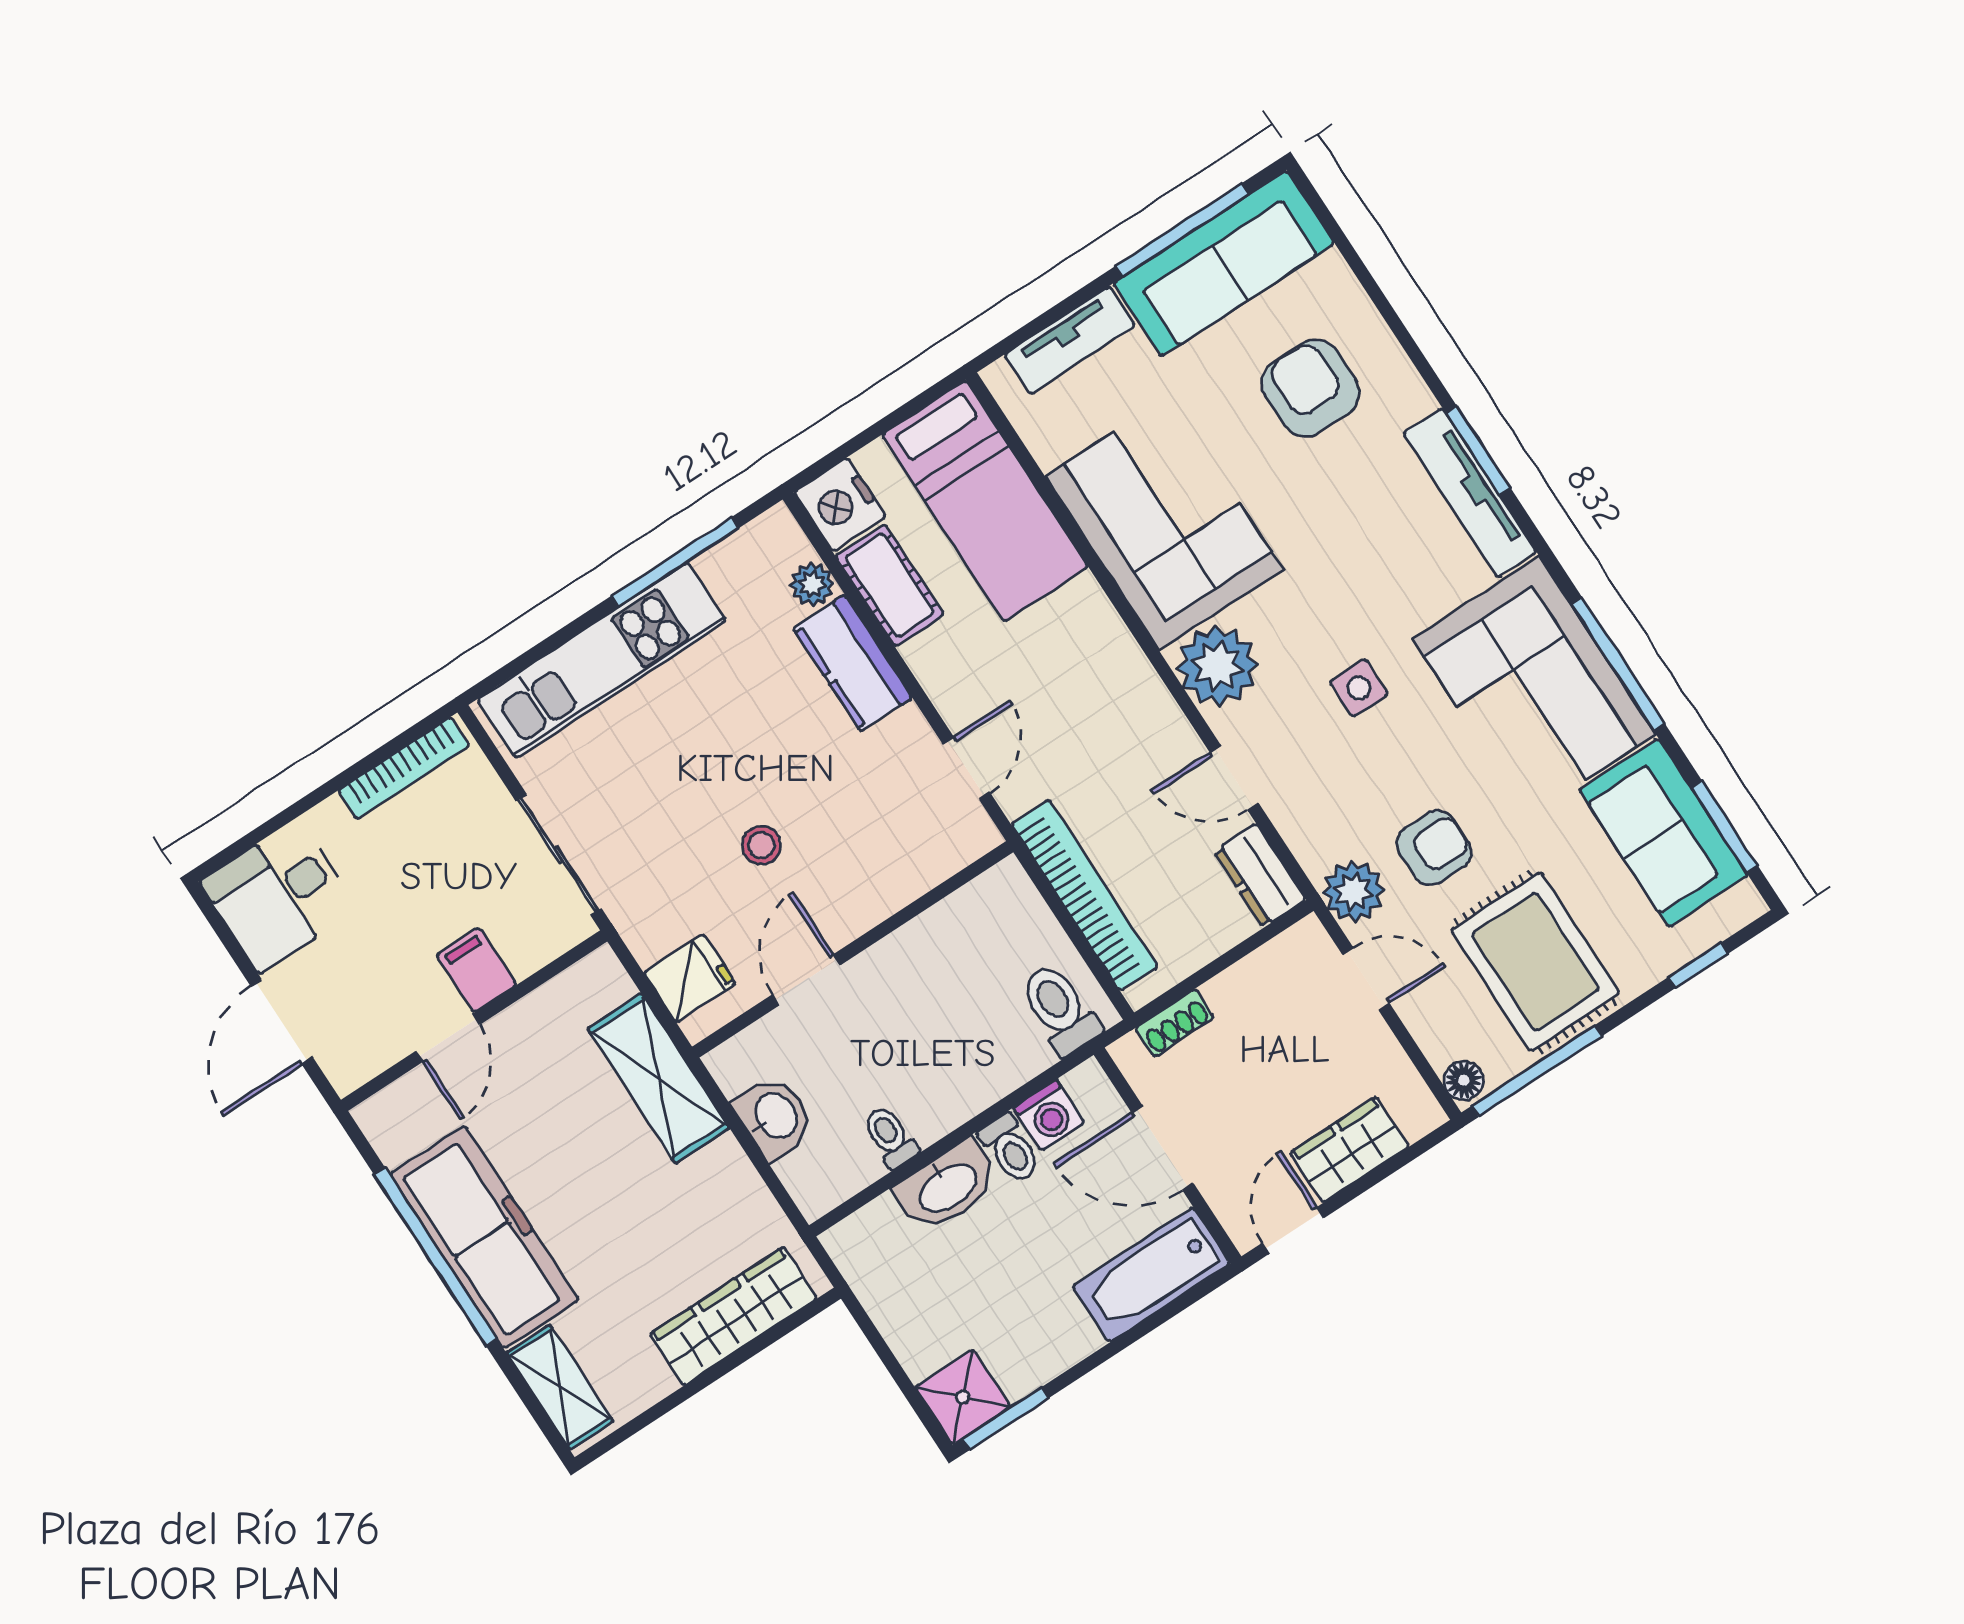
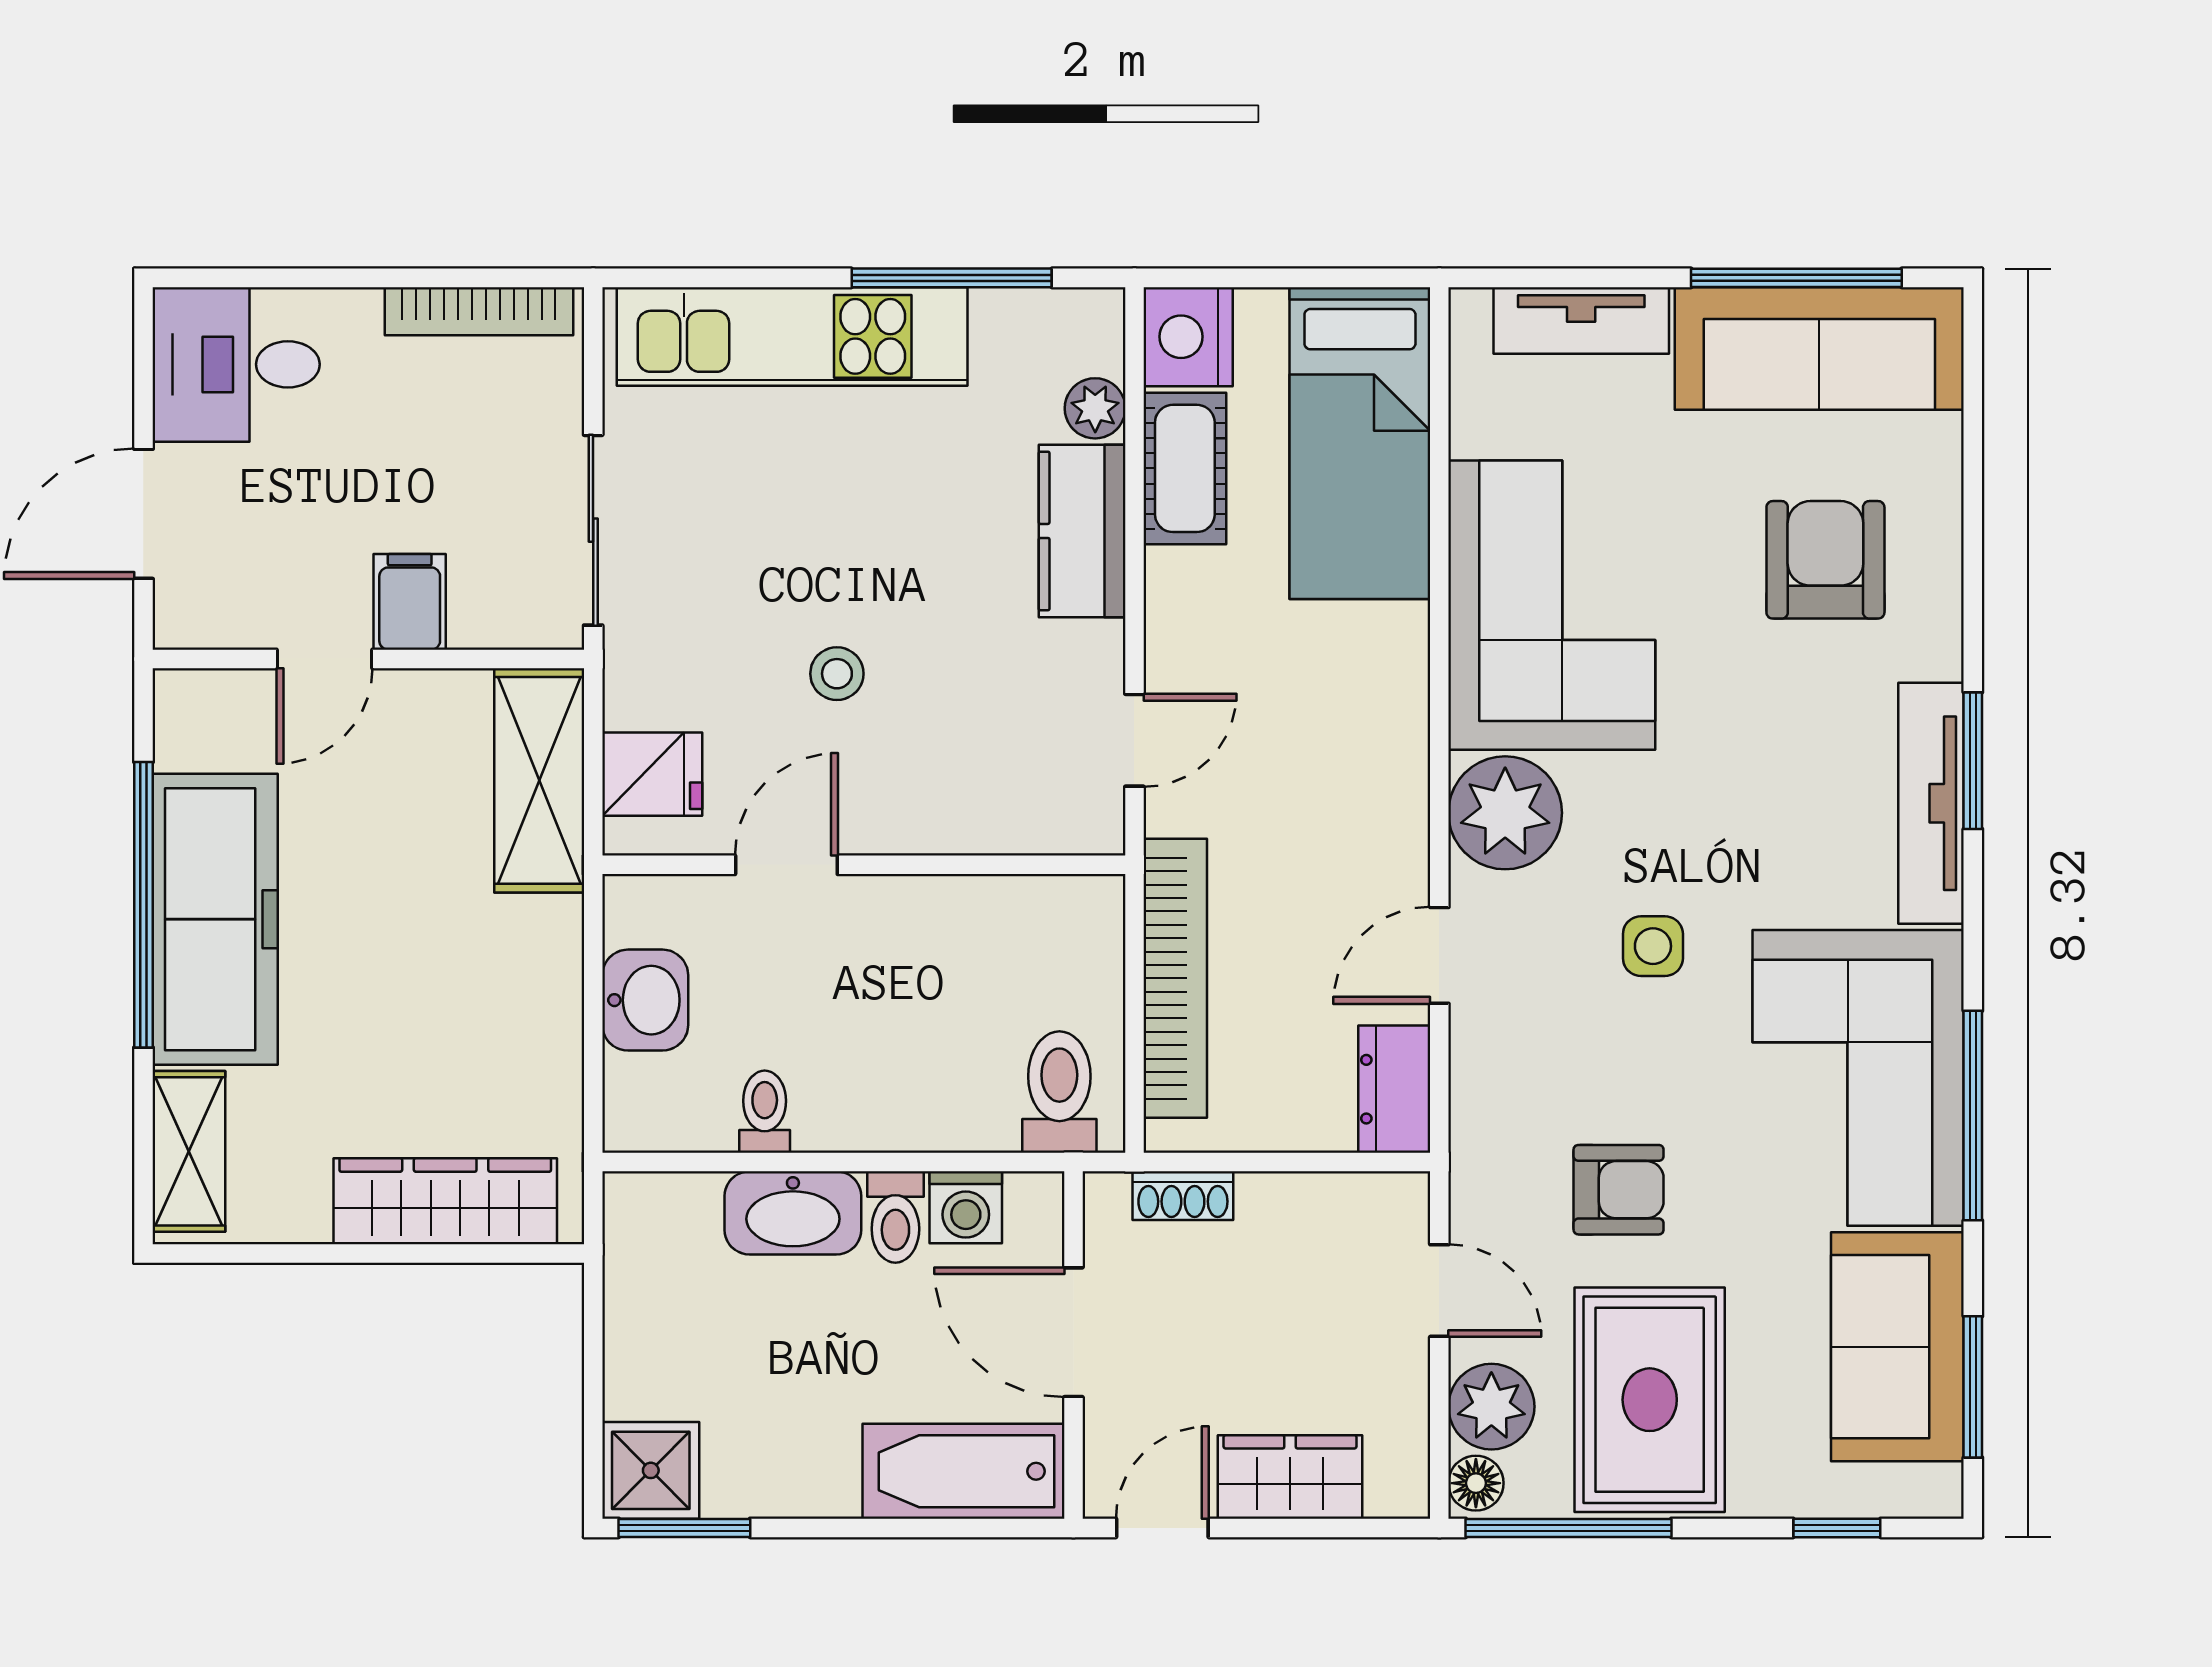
door: (1234, 778) -> (1439, 955), hinge flipped
plant: (1353, 892) -> (1491, 1407), moved
shelving: (658, 1078) -> (539, 780), moved

